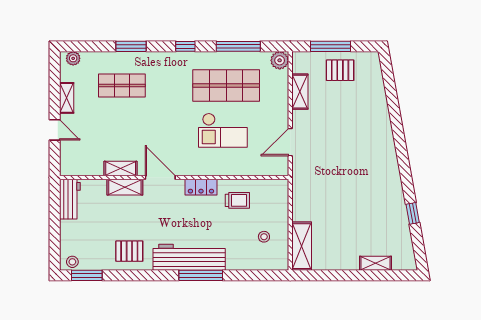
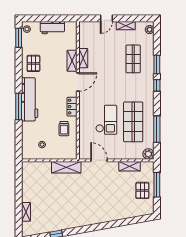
window: (185, 46) -> (157, 85), moved
checkout: (223, 130) -> (106, 120), turned 180
workbench: (70, 199) -> (52, 28), moved
shelving: (302, 246) -> (66, 167), moved

